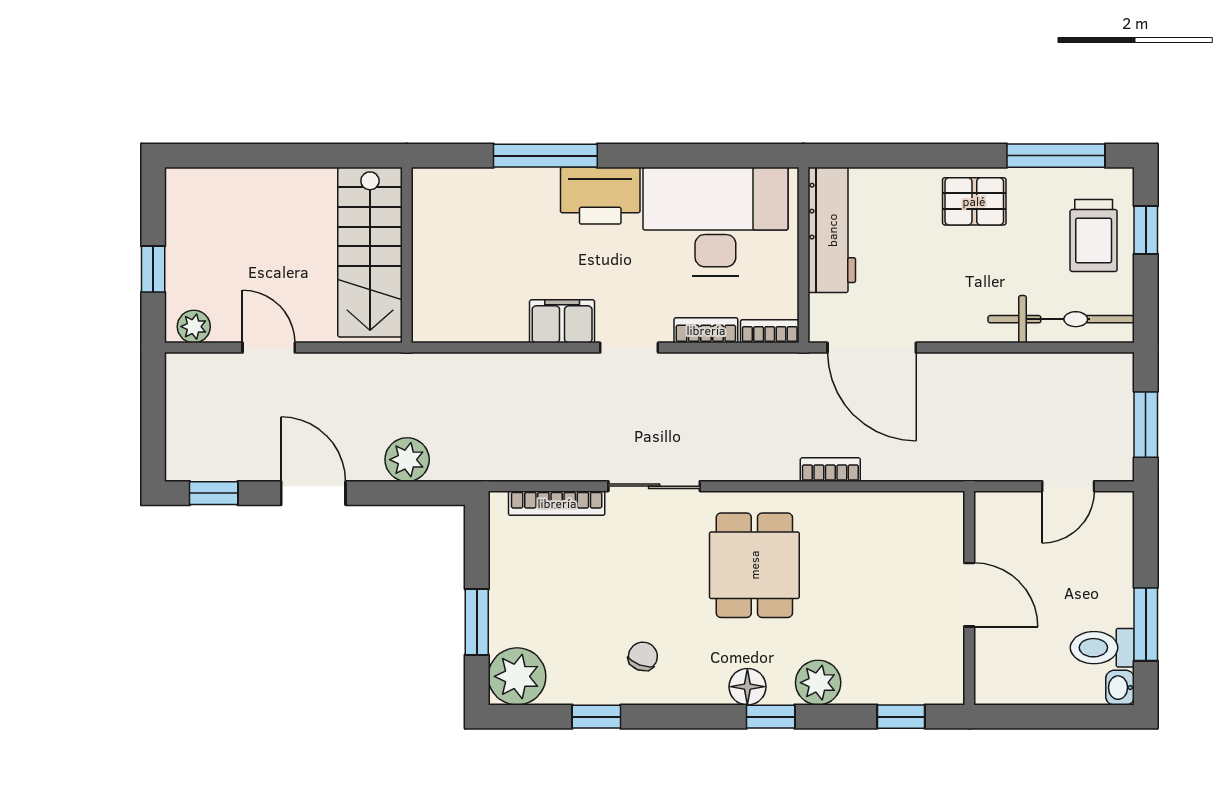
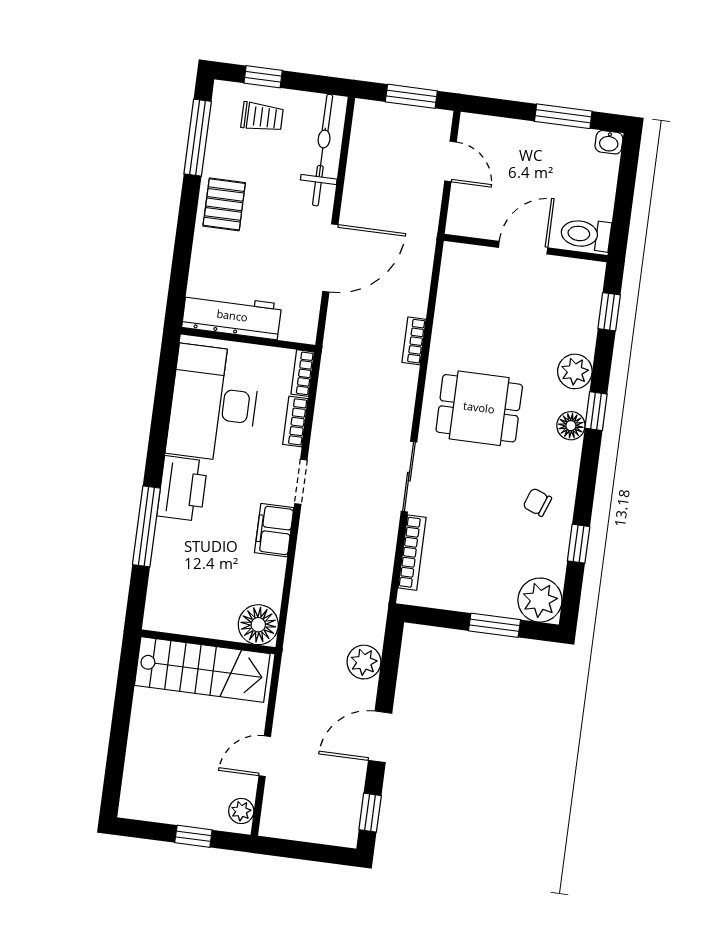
trolley: (1094, 235) -> (262, 117), width x0.73, depth x0.72
floor lamp: (437, 317) -> (258, 625), added
door: (872, 348) -> (330, 258), moved
toilet: (1102, 648) -> (586, 234), moved, turned 90

